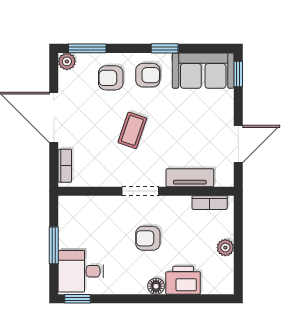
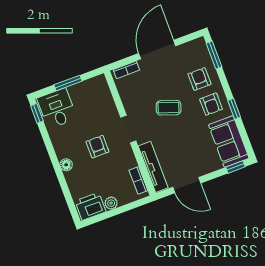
plant: (67, 61) -> (200, 44), removed
tv unit: (190, 178) -> (153, 167), width x1.41
printer: (183, 280) -> (90, 206), moved, turned -90

